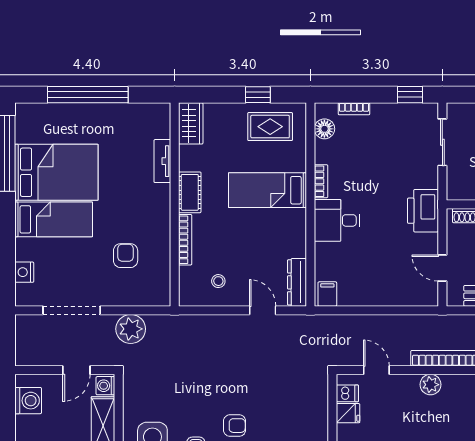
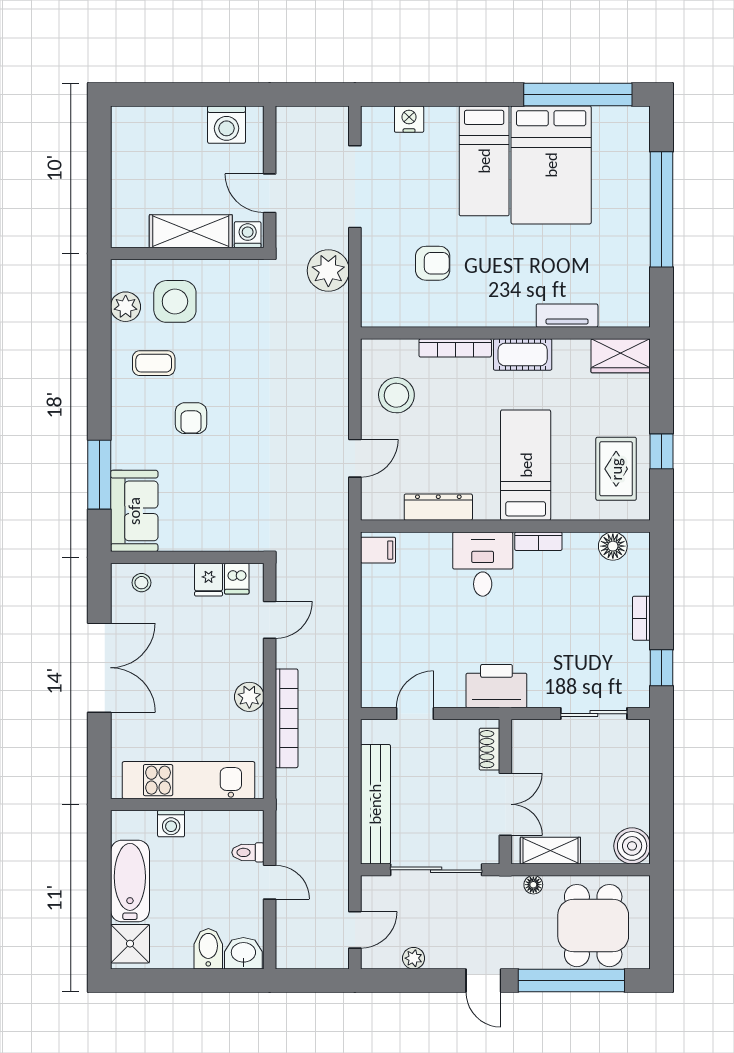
bookcase: (354, 109) -> (641, 618), moved
stool: (218, 281) -> (396, 395), width x1.89, depth x1.89
dresser: (297, 282) -> (438, 507), moved

